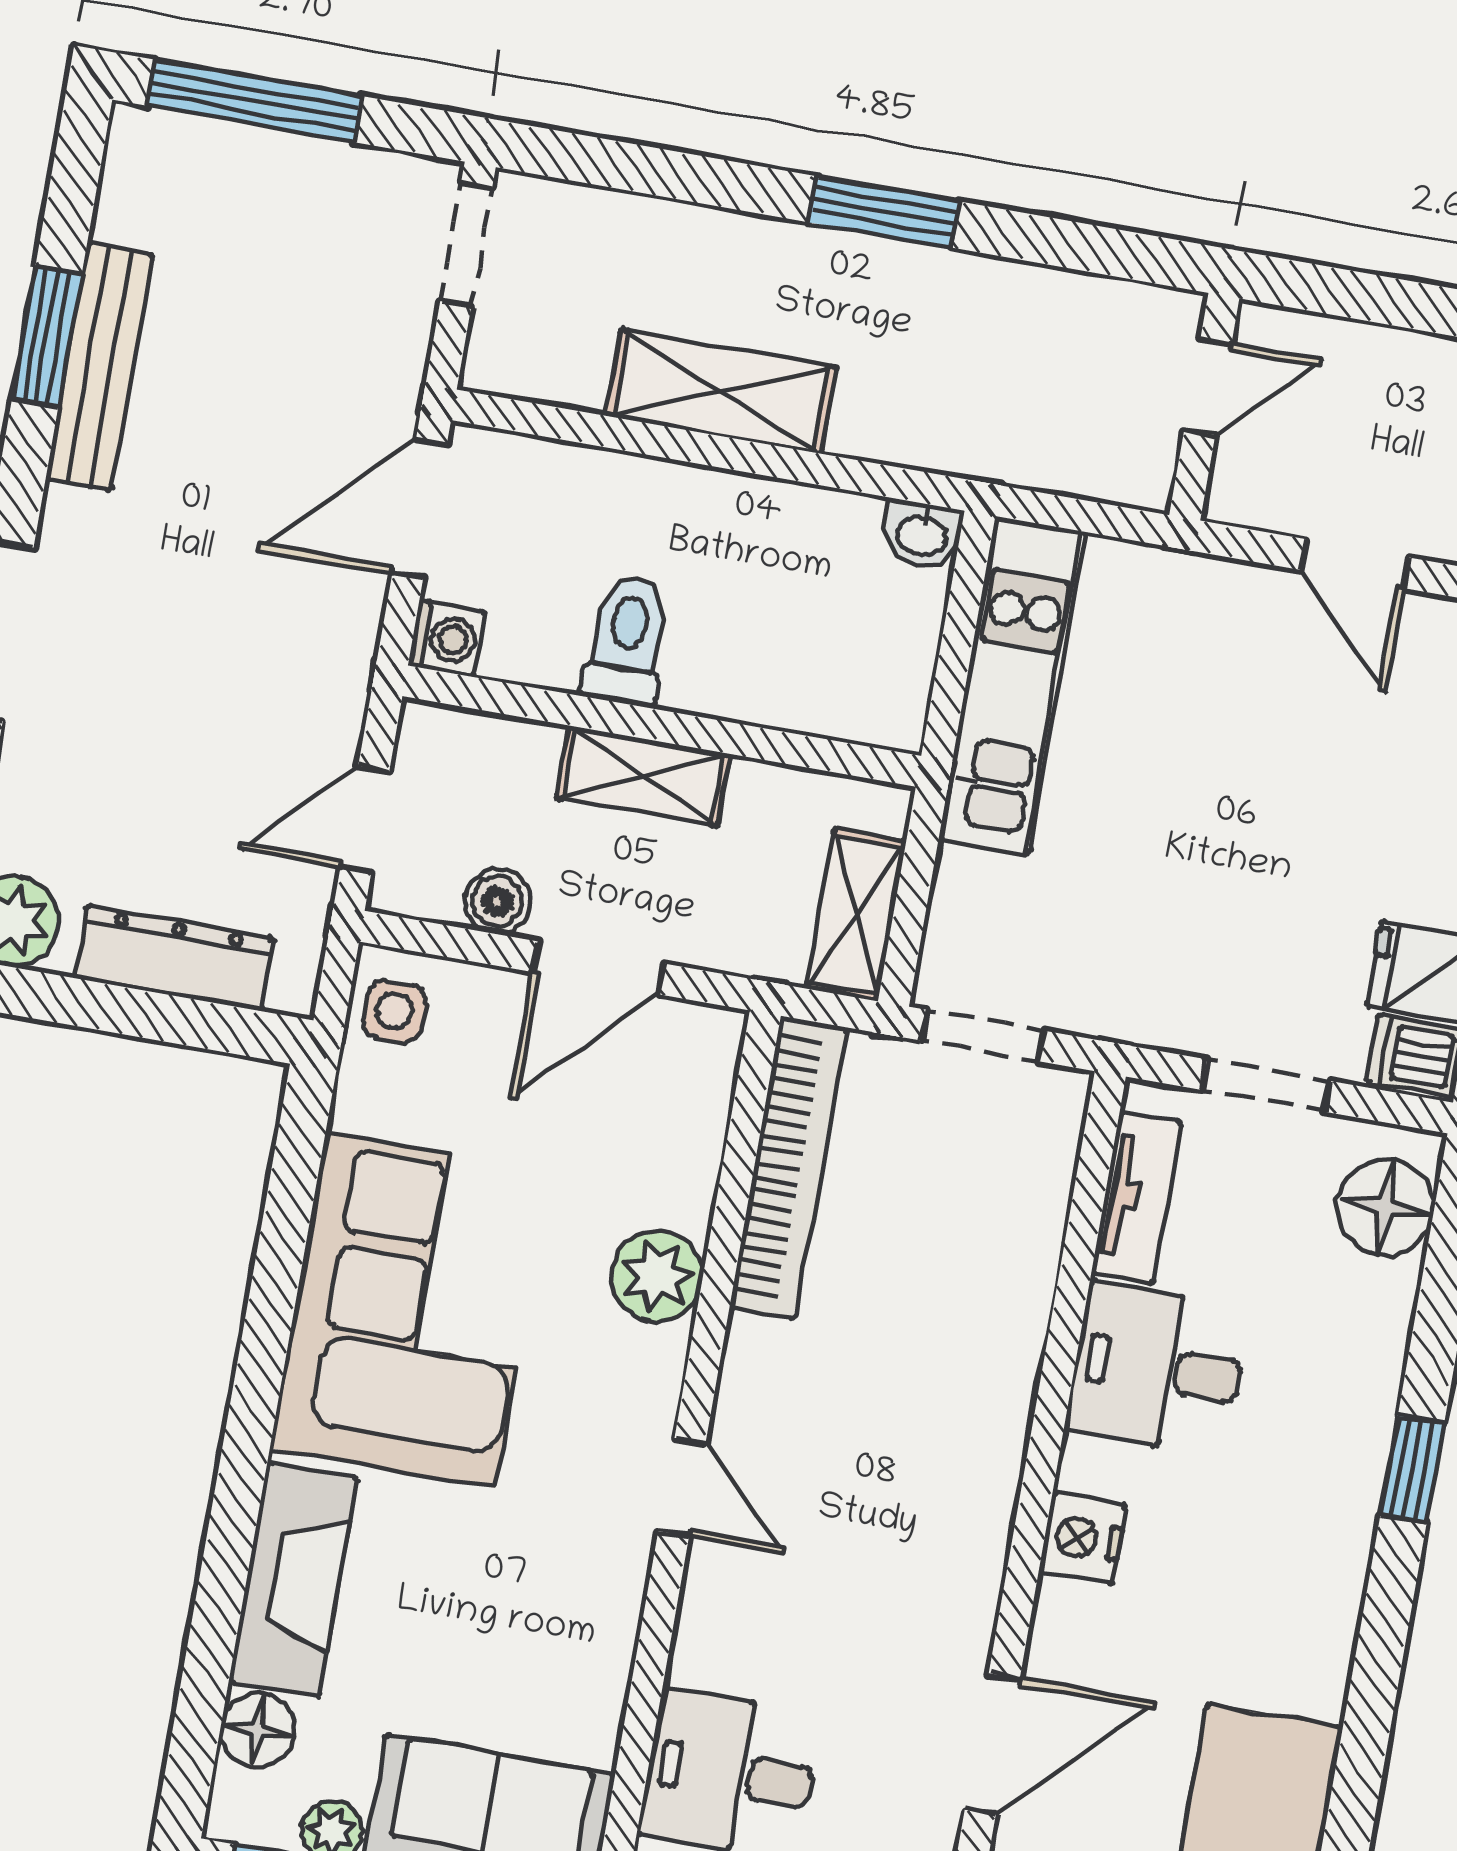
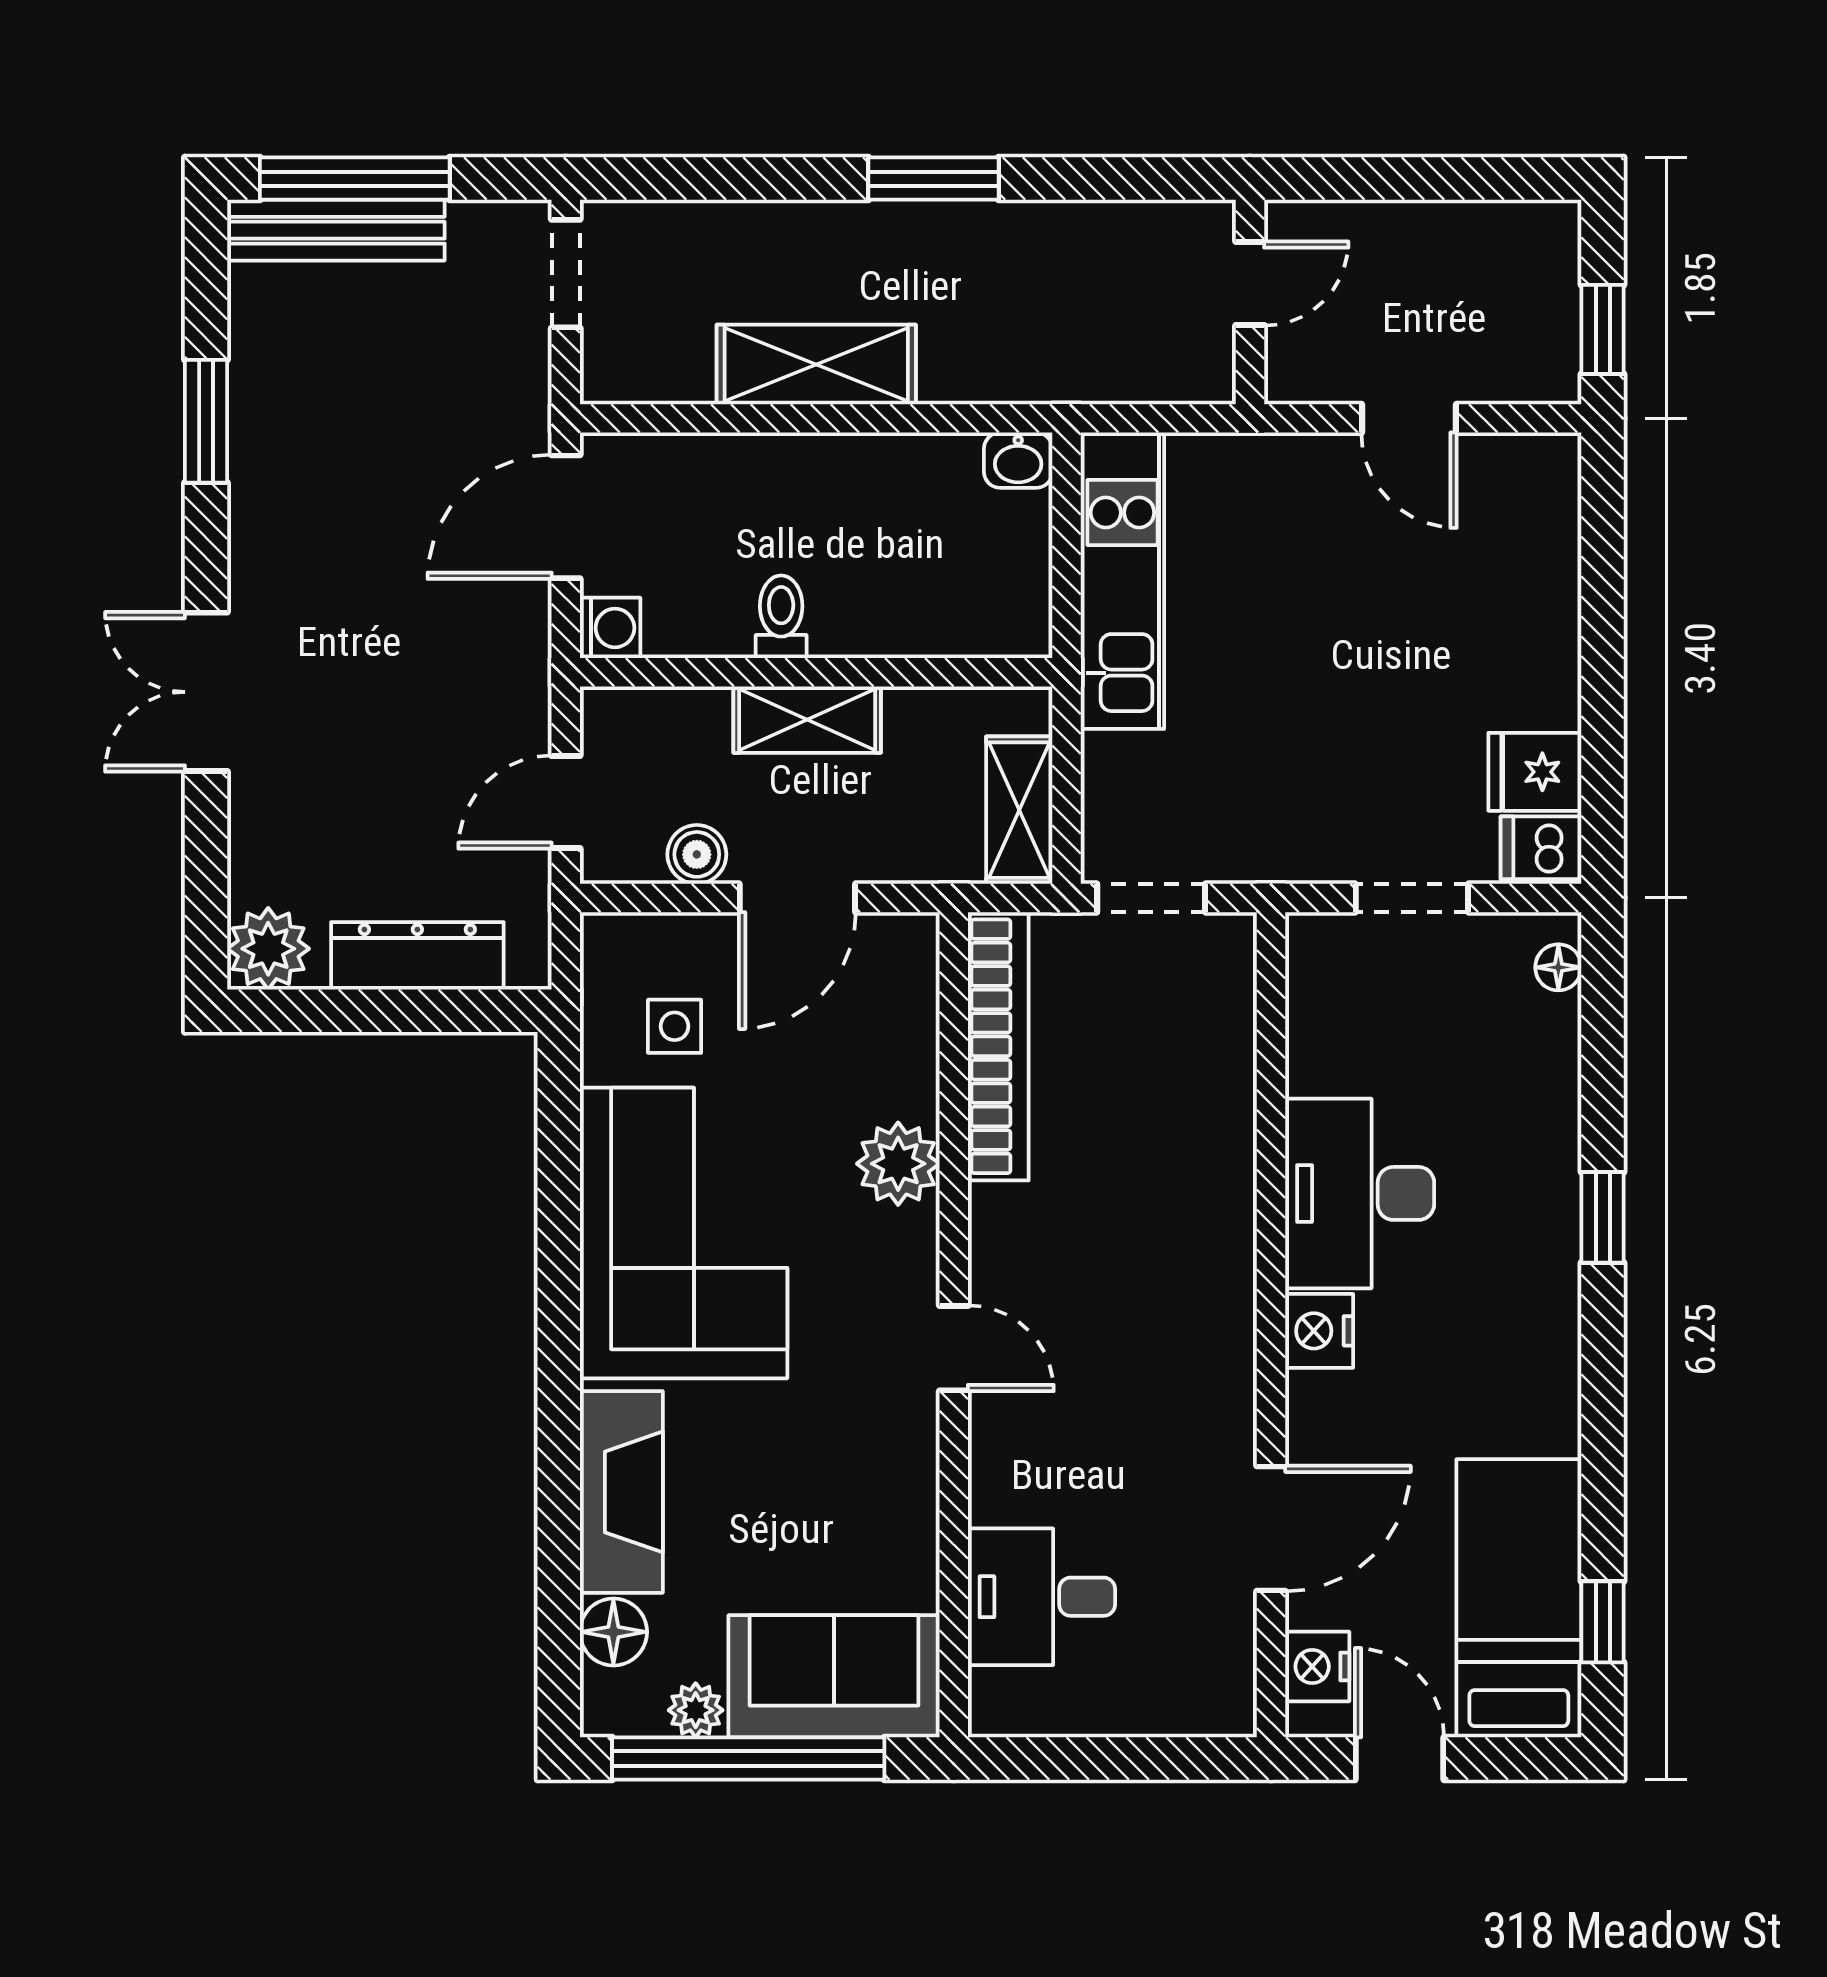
bench: (99, 366) -> (336, 230), moved, turned 90
toilet: (627, 640) -> (781, 617), width x0.73, depth x0.72
side table: (394, 1011) -> (675, 1026), moved
tv unit: (1136, 1198) -> (1314, 1018), removed
floor lamp: (1386, 1207) -> (1558, 967), width x0.53, depth x0.53
desk: (1158, 1369) -> (1360, 1193), width x1.37

